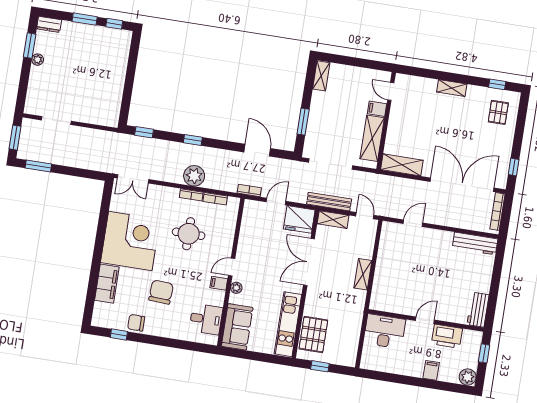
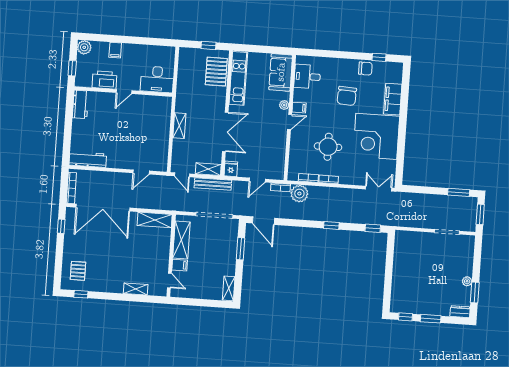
shelving: (452, 88) -> (136, 289), moved
door: (257, 150) -> (263, 221), moved
plant: (194, 176) -> (299, 194), moved
fridge: (299, 219) -> (231, 169), width x0.53, depth x0.75

